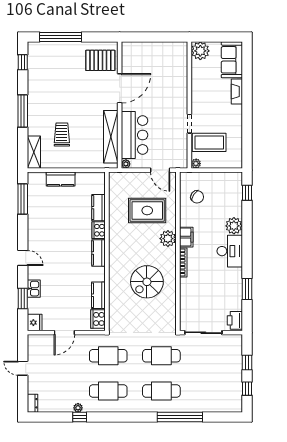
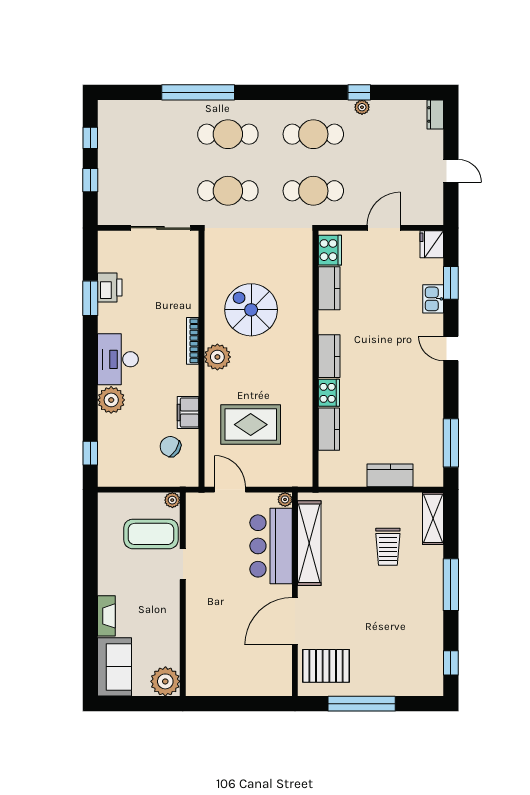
window: (61, 37) -> (362, 704), moved
filing cabinet: (186, 237) -> (188, 413), moved
plant: (168, 239) -> (217, 357), moved
spiral stairs: (147, 282) -> (251, 310), turned -90
printer: (235, 320) -> (110, 288), moved

